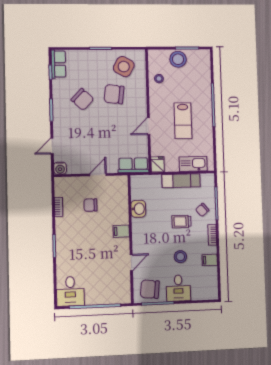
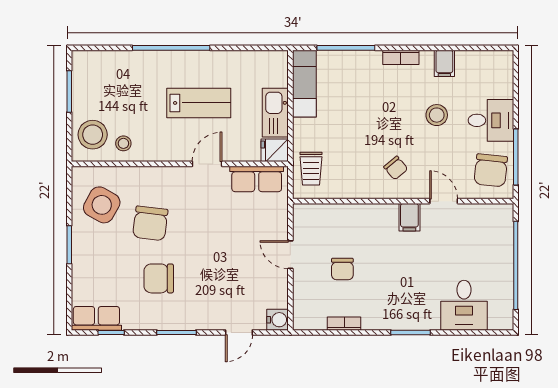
stool: (178, 59) -> (93, 135), moved
chair: (82, 99) -> (159, 278), turned -133
door: (149, 126) -> (207, 164), swing flipped
door: (52, 146) -> (239, 332), hinge flipped
kitchen sink: (193, 164) -> (275, 113), moved
row of seats: (133, 165) -> (257, 179), moved, turned -90
exam couch: (181, 181) -> (304, 84), moved
washbasin: (138, 209) -> (351, 186), removed
chair: (202, 210) -> (396, 168), moved
trolley: (181, 221) -> (311, 169), moved
filing cabinet: (121, 231) -> (409, 217), moved
desk: (70, 291) -> (464, 305), moved, turned 90

